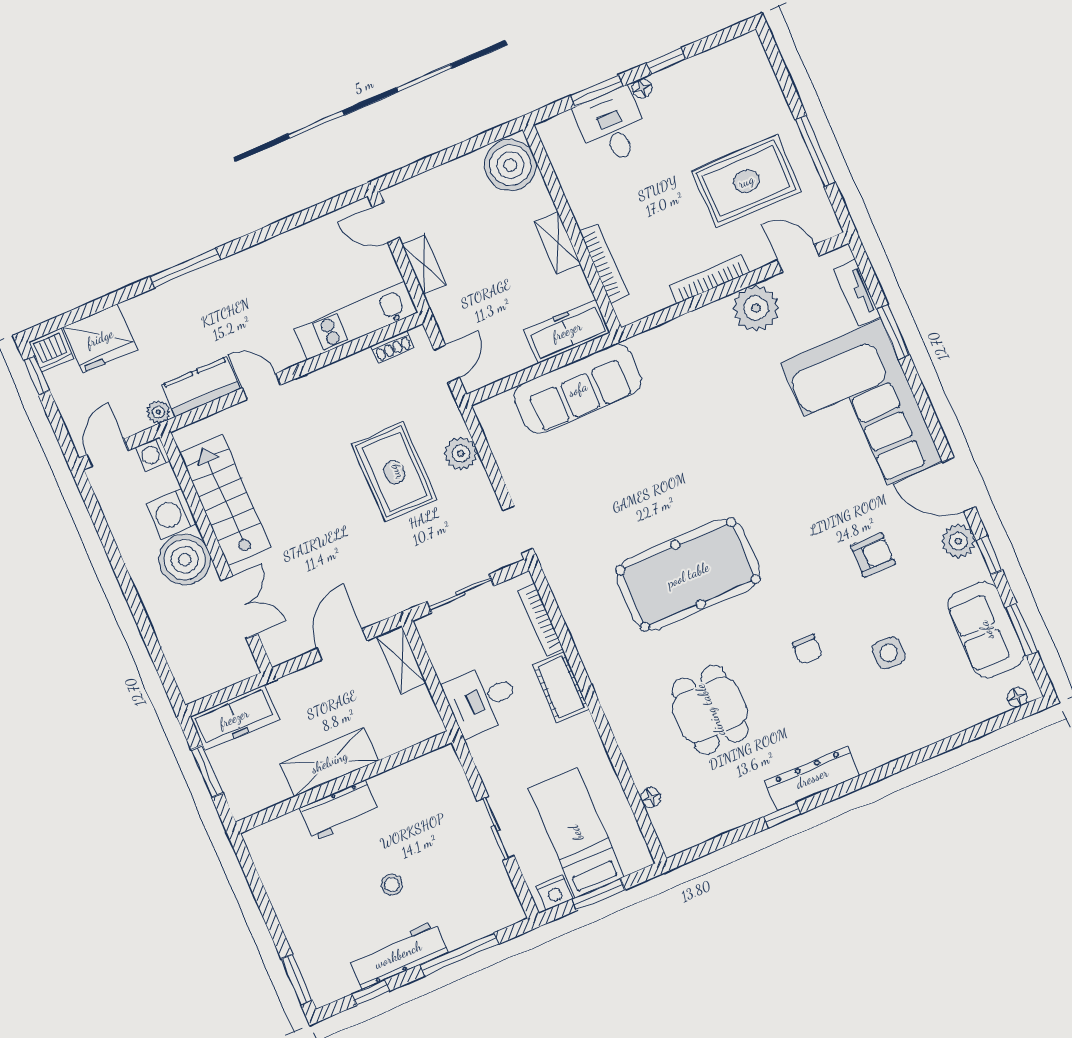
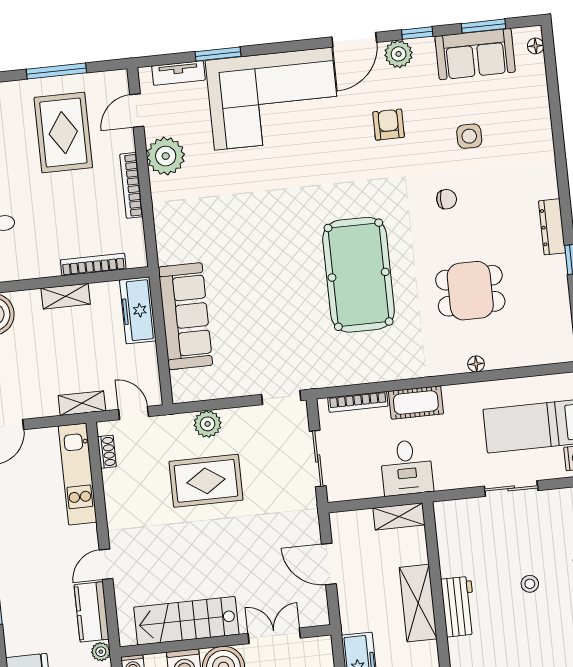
shelving: (424, 264) -> (82, 403), moved
shelving: (402, 660) -> (399, 516), moved
dresser: (812, 778) -> (552, 227), width x0.73, depth x0.80
floor lamp: (651, 798) -> (476, 364), moved

